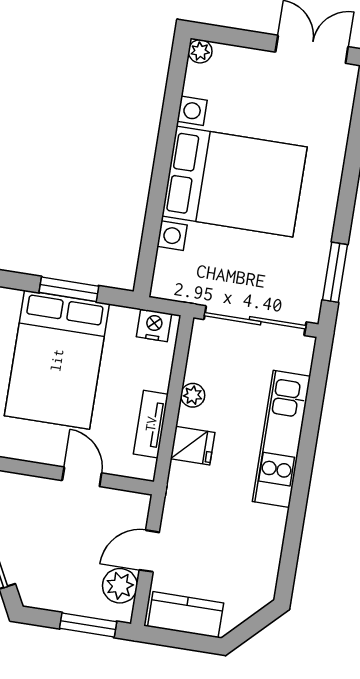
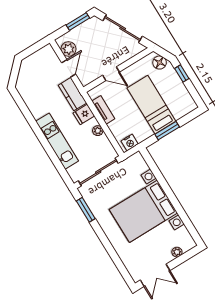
plant: (200, 51) -> (177, 252), moved
bed: (57, 360) -> (151, 105), width x0.67
kitchen counter: (186, 615) -> (72, 94), moved, turned 90
window: (88, 625) -> (78, 21), moved

